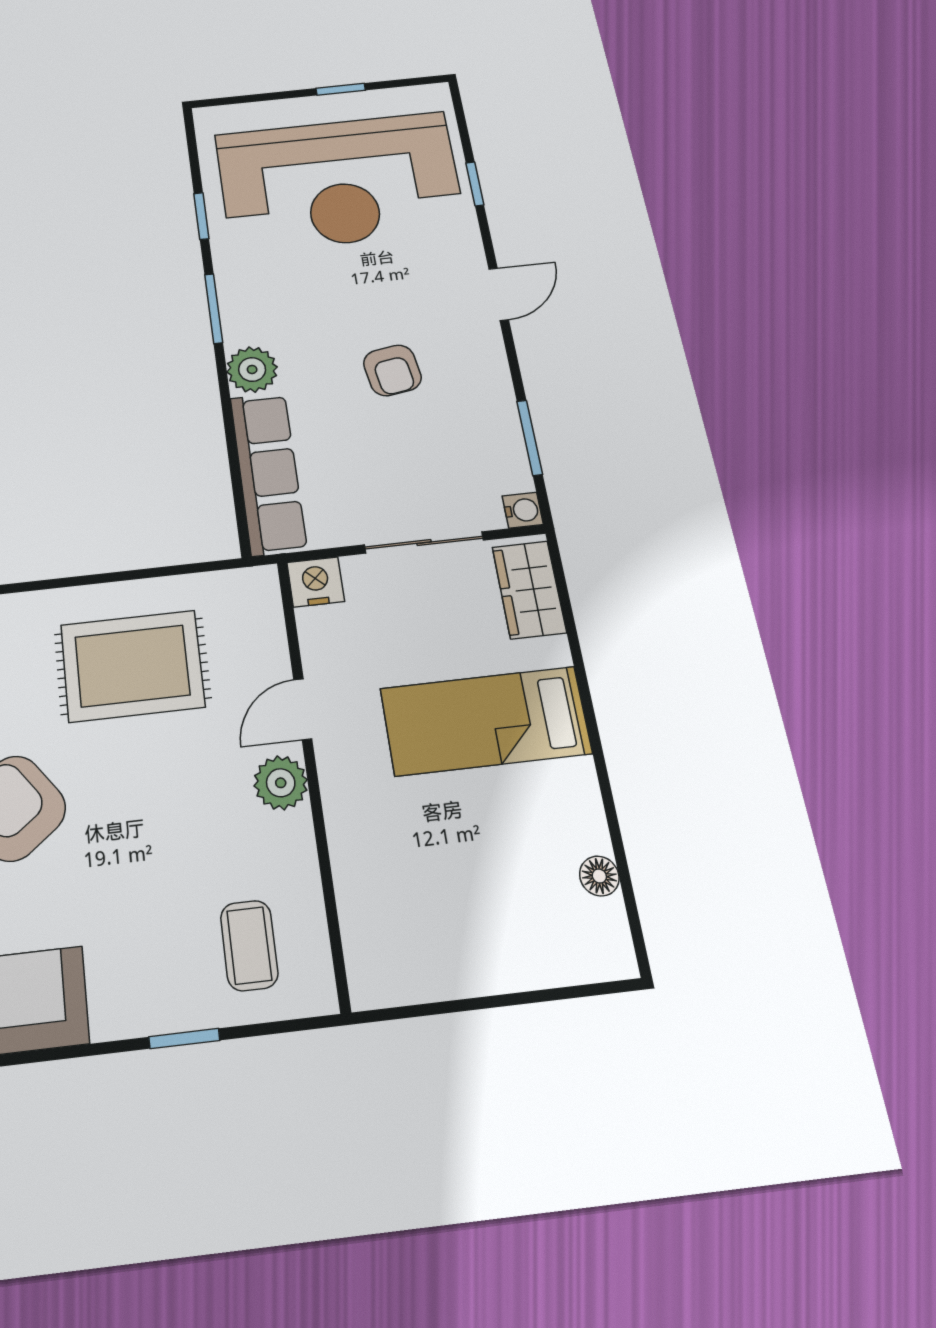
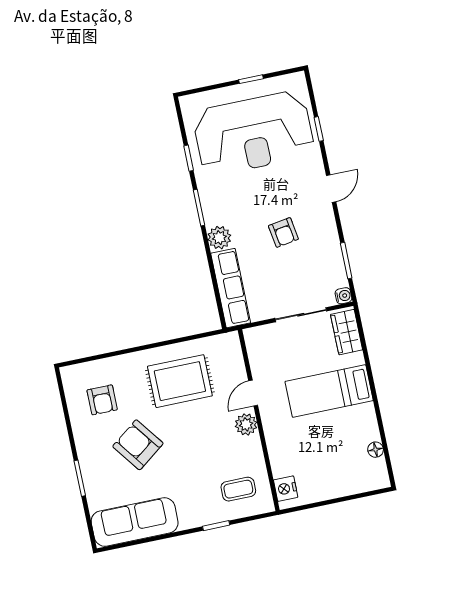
nightstand: (316, 582) -> (286, 489), moved, turned -90
coffee table: (249, 945) -> (238, 489), turned 90

